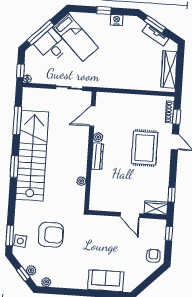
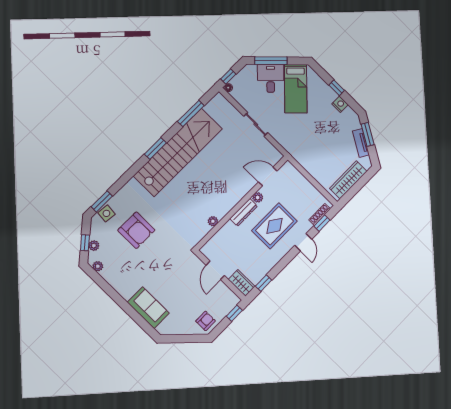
door: (92, 116) -> (268, 176), moved
plant: (98, 137) -> (258, 197), moved
wall: (90, 151) -> (242, 203), moved
dresser: (97, 156) -> (244, 212), moved
plant: (81, 181) -> (213, 221), moved

